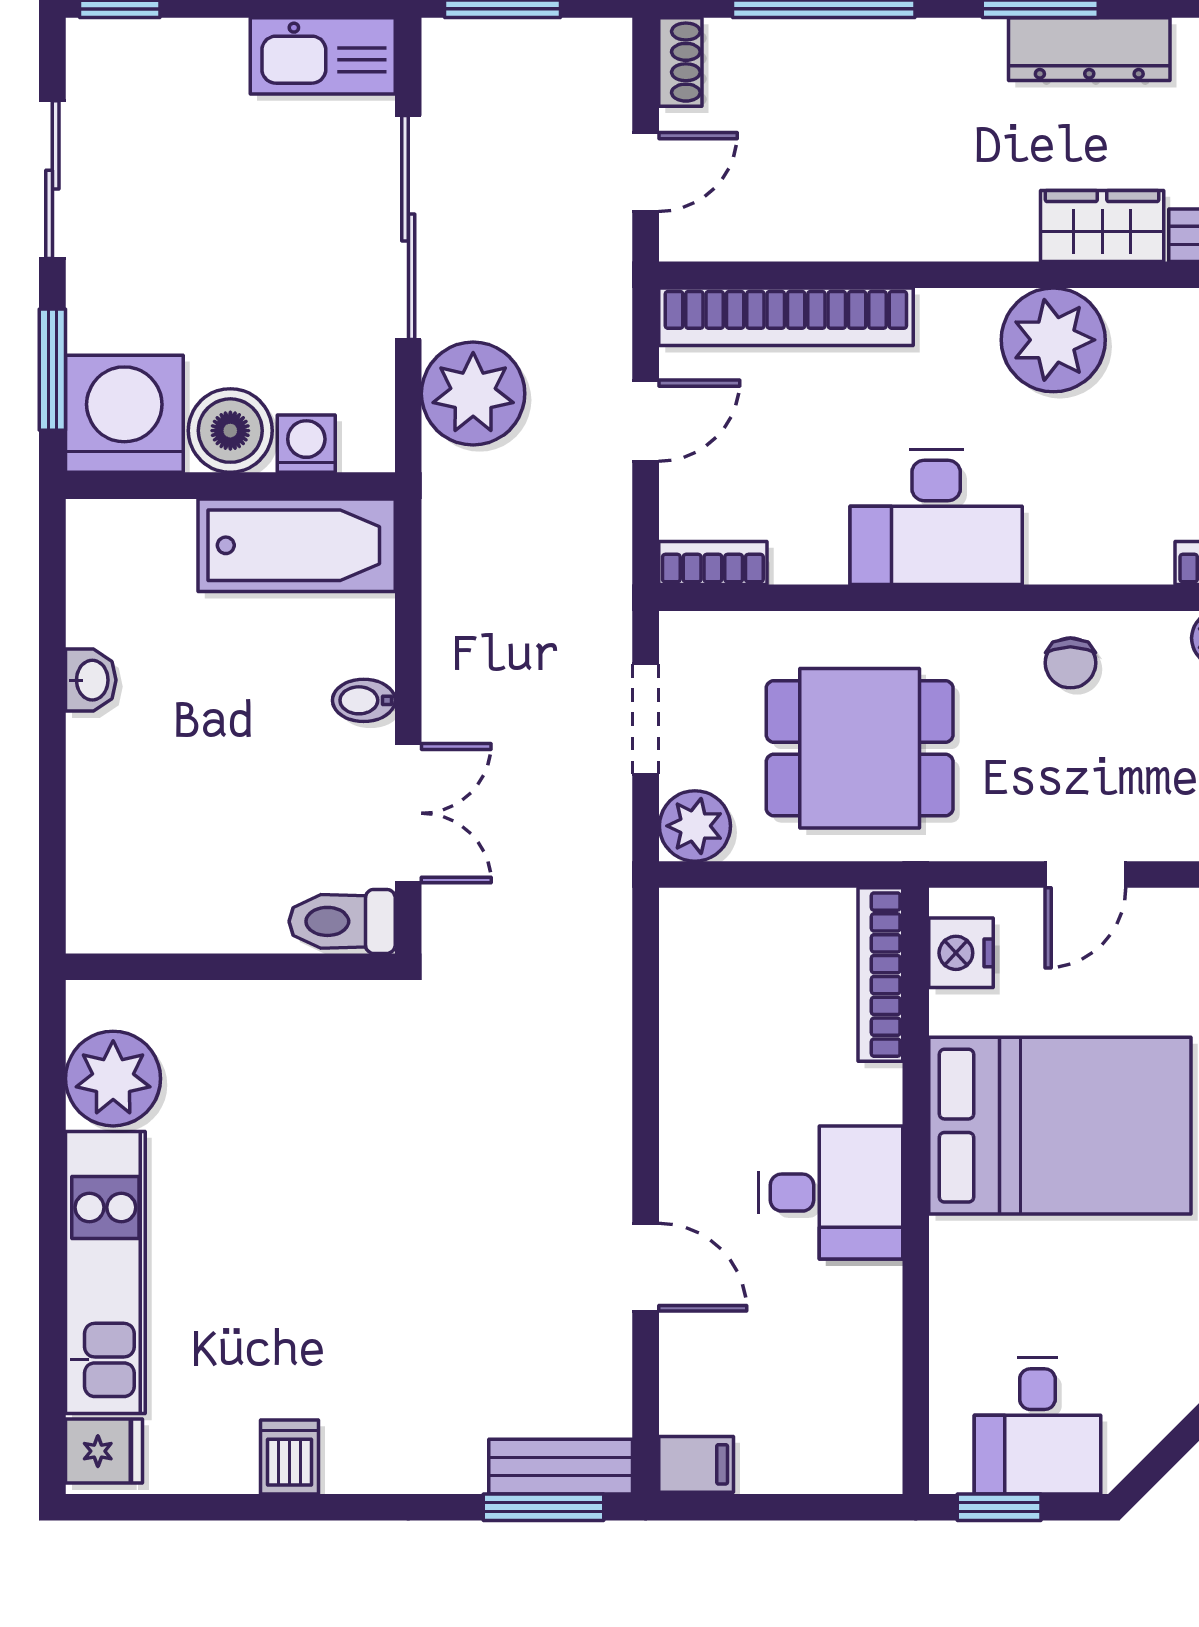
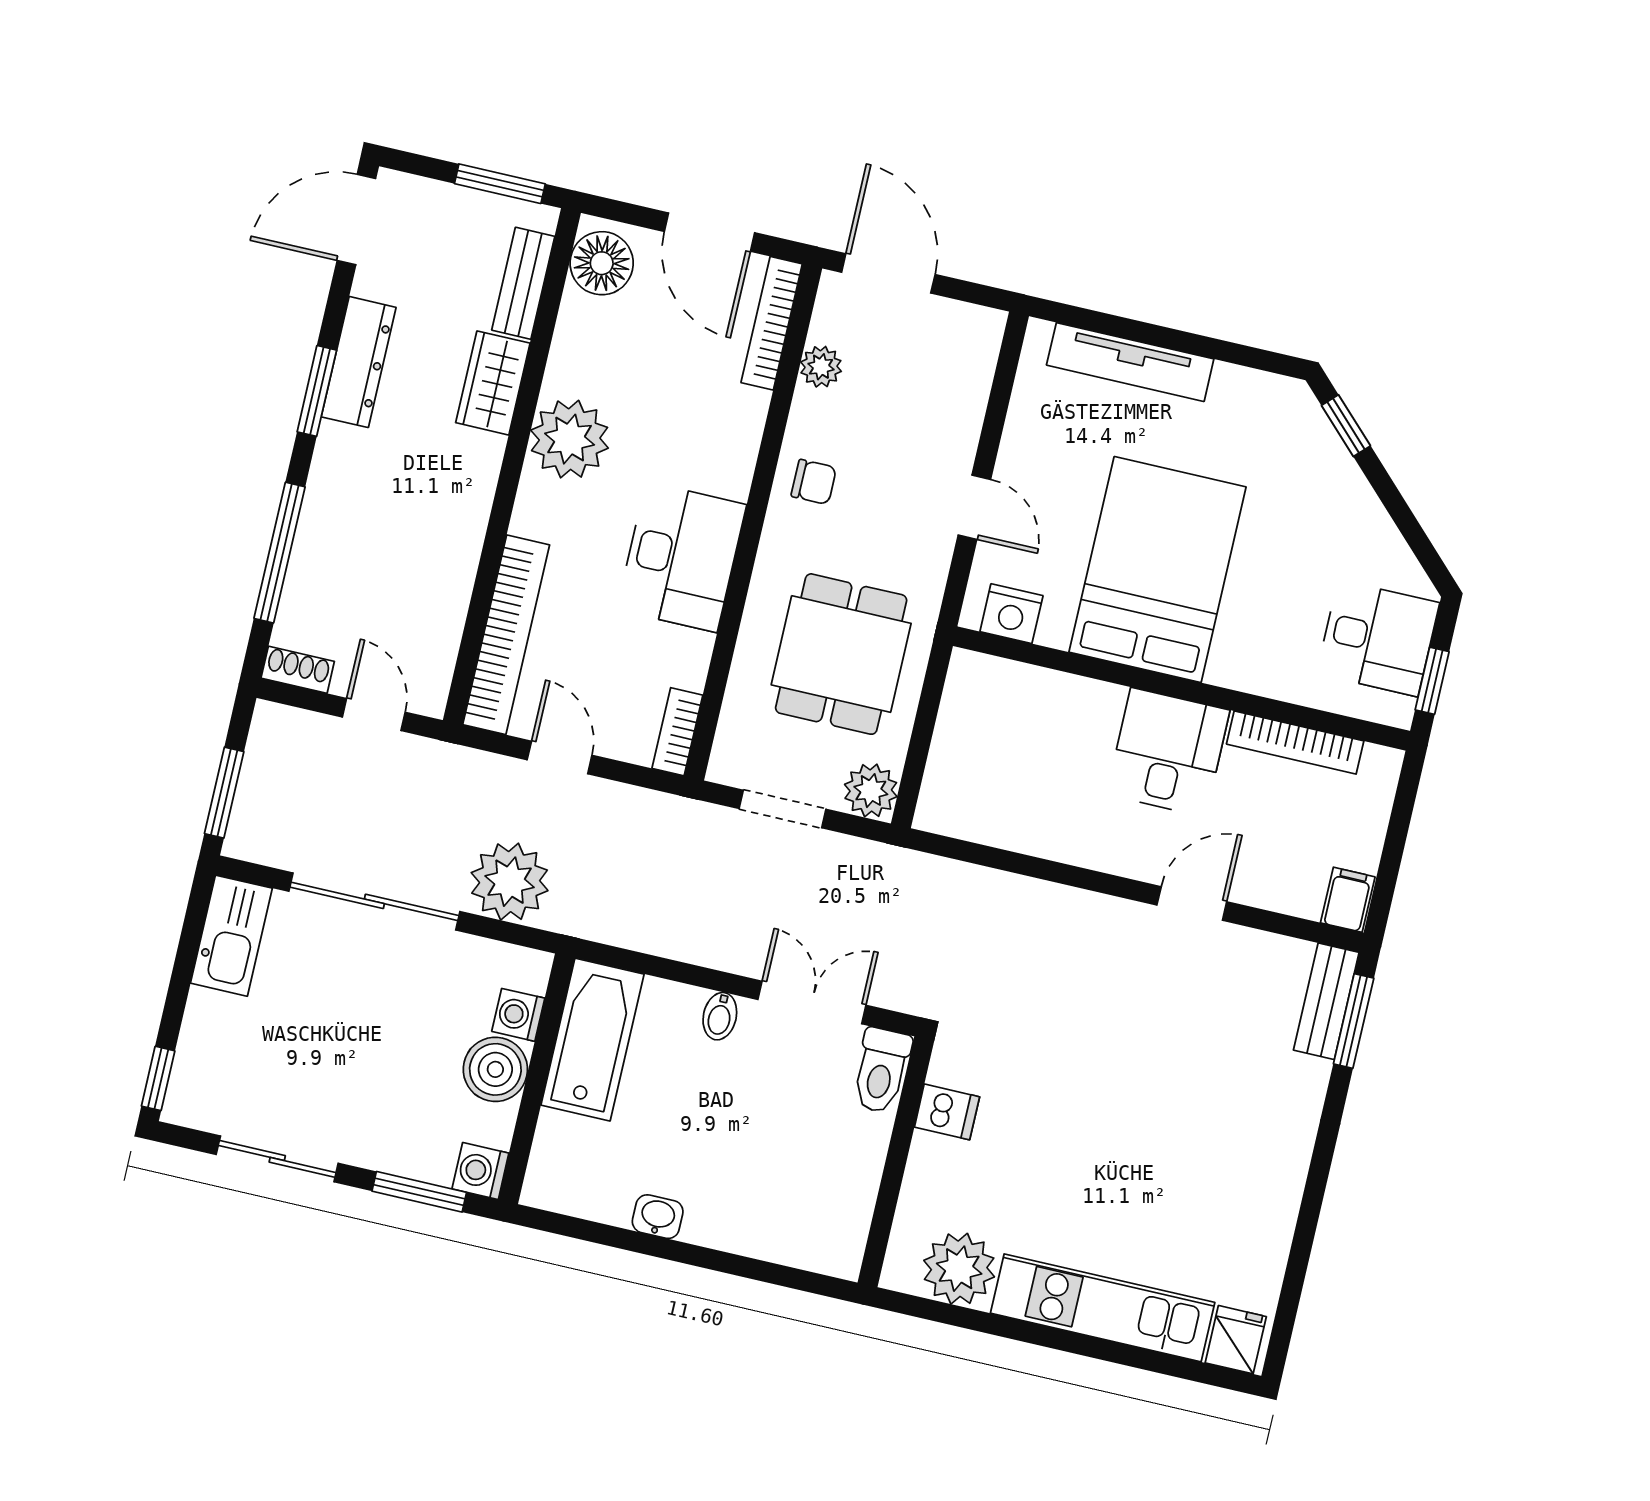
washing machine: (124, 414) -> (480, 1171), width x0.53, depth x0.53
bookcase: (880, 975) -> (1295, 743), moved
dishwasher: (289, 1457) -> (947, 1112), moved, turned 180

